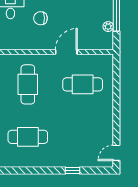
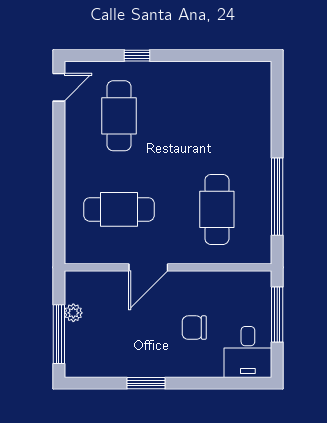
chair: (40, 18) -> (194, 328), turned 180
cafe table: (28, 137) -> (119, 116), moved, turned 90

